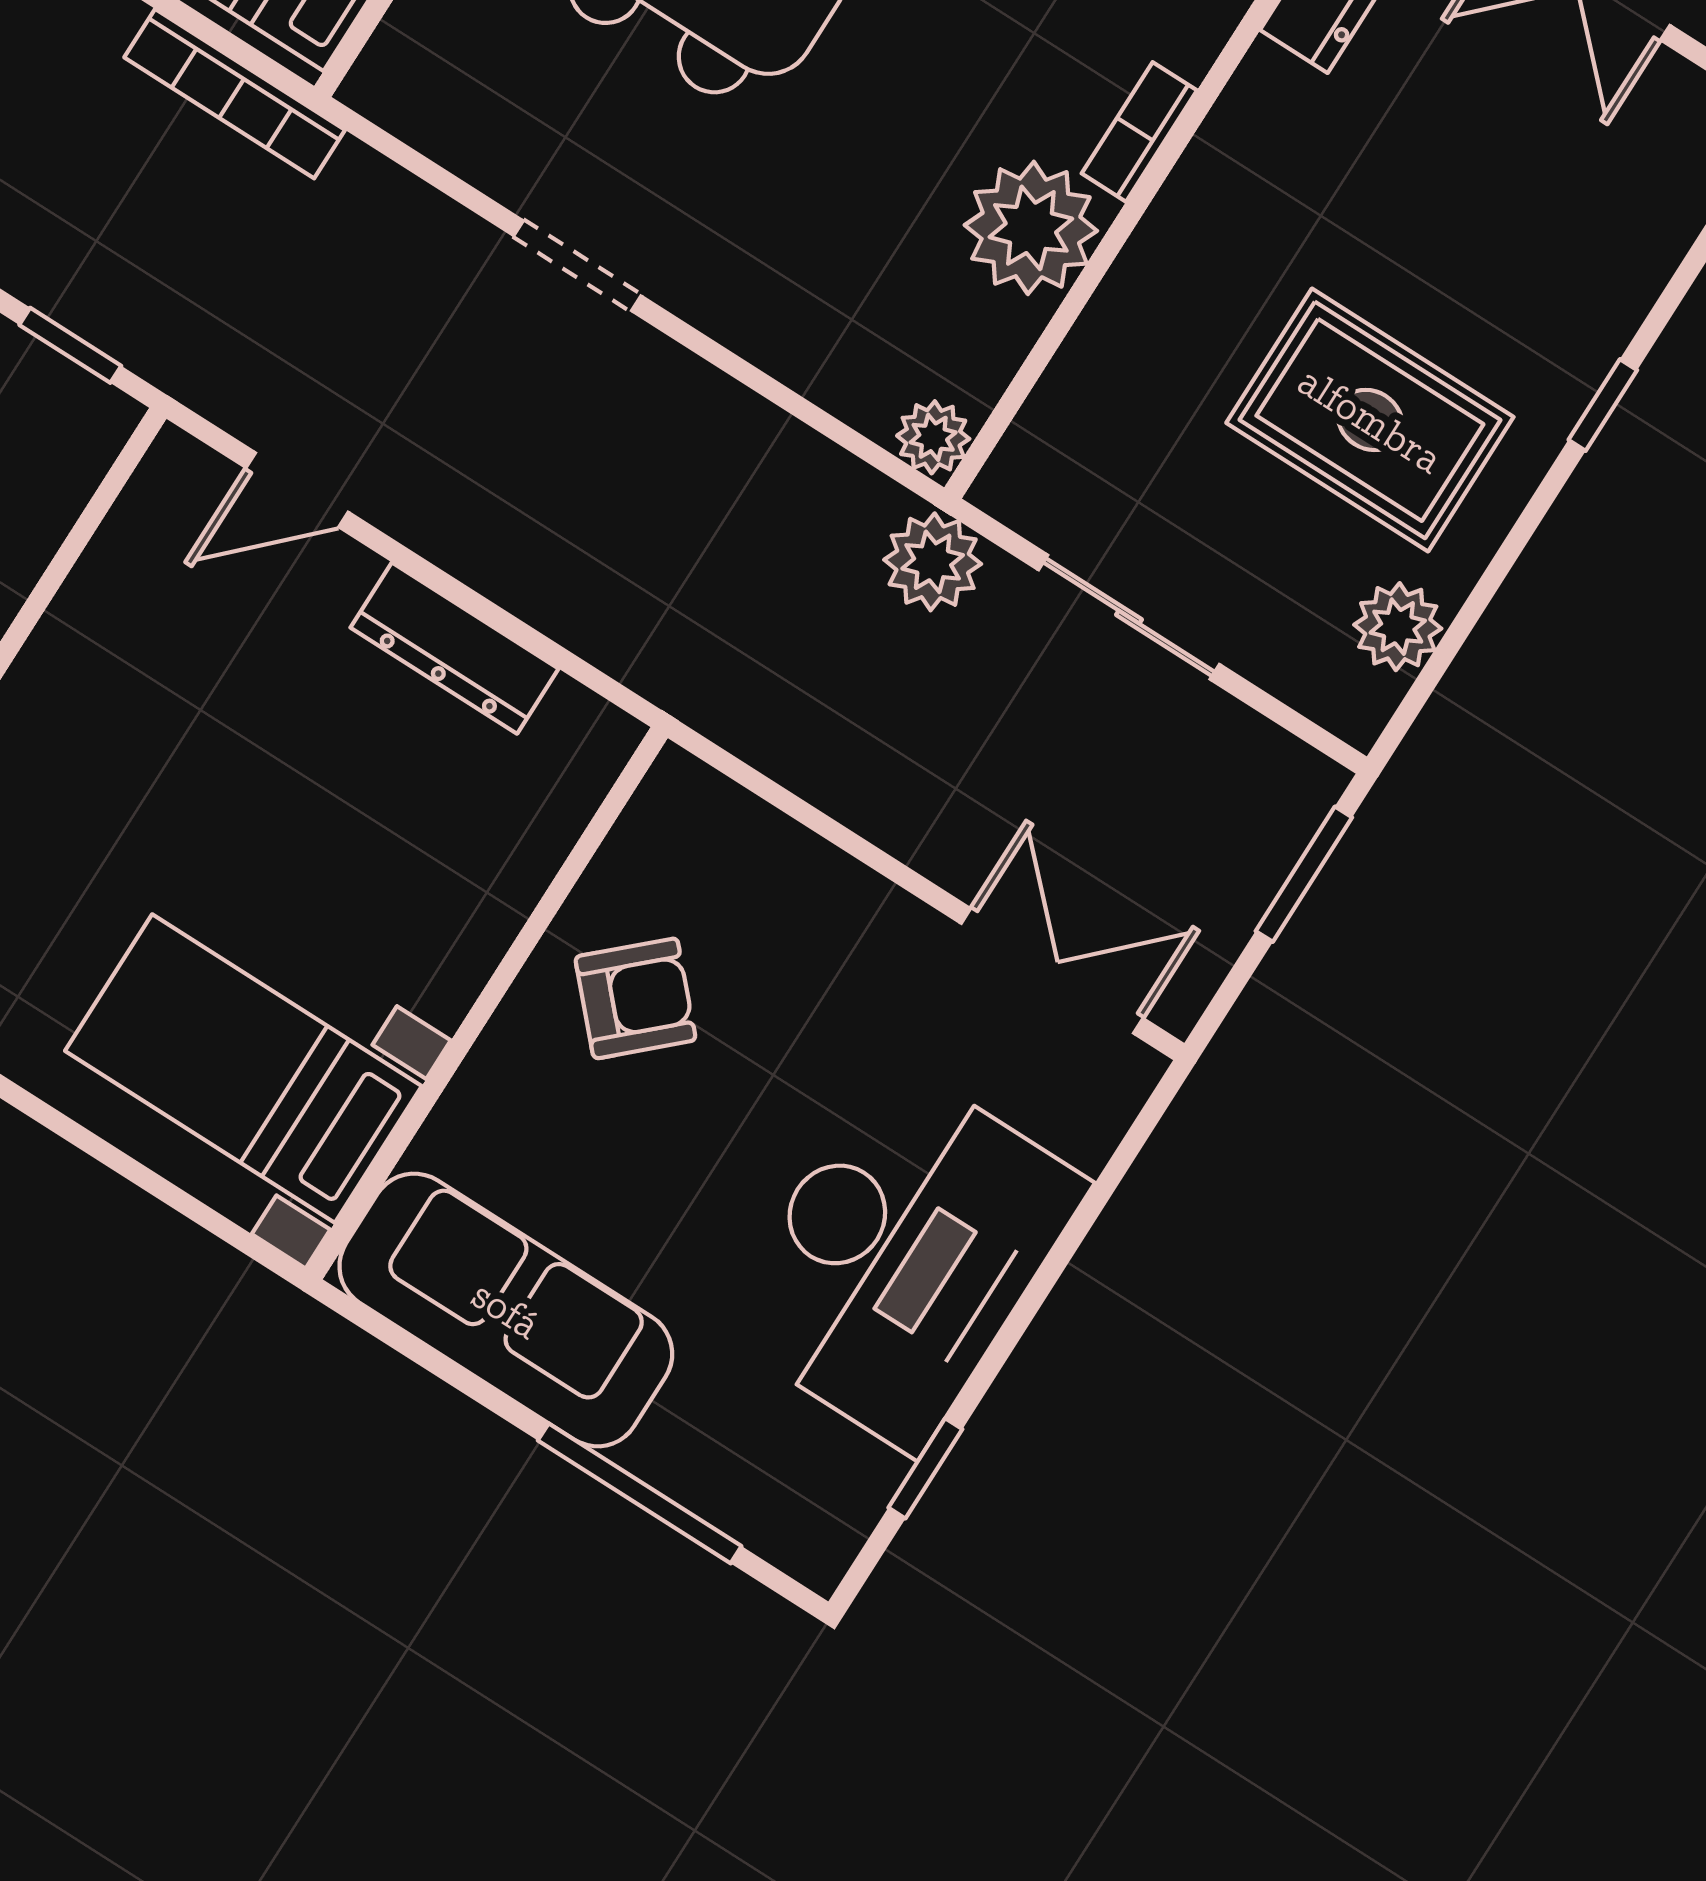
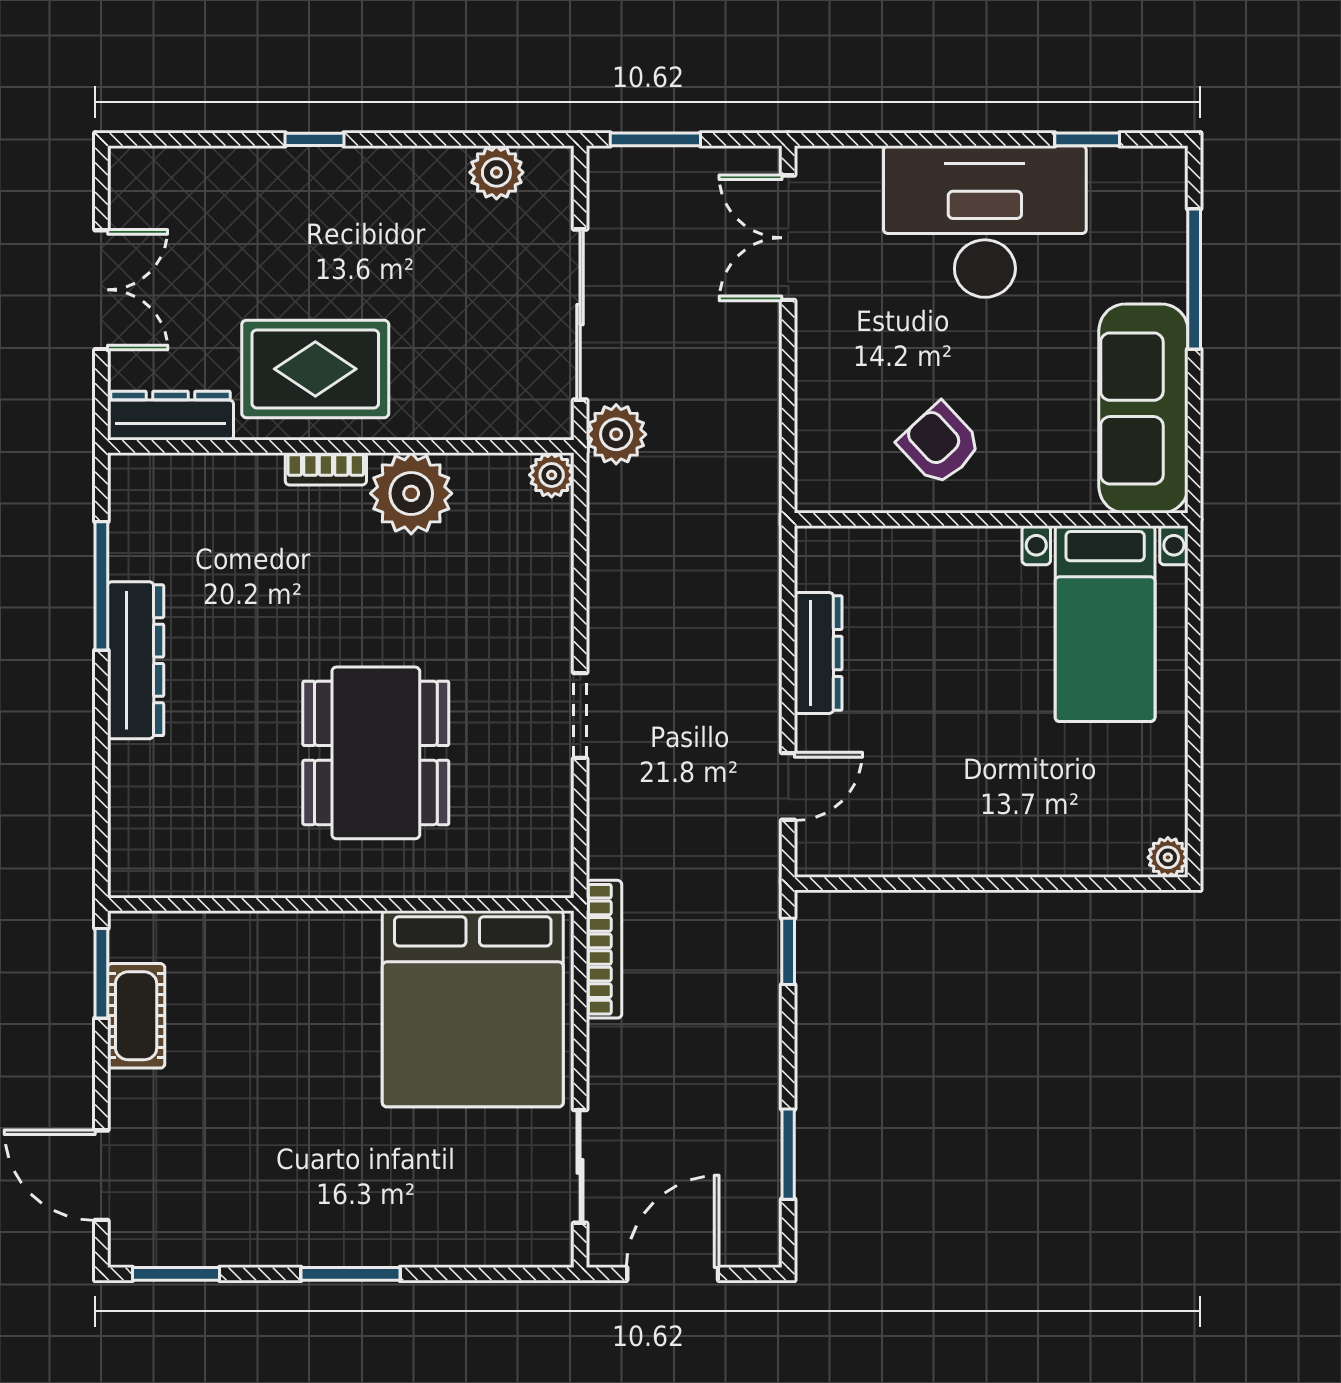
rug: (1370, 420) -> (315, 369), moved, turned 90
door: (297, 490) -> (788, 786), hinge flipped
sliding door: (1129, 617) -> (580, 315), width x1.37

